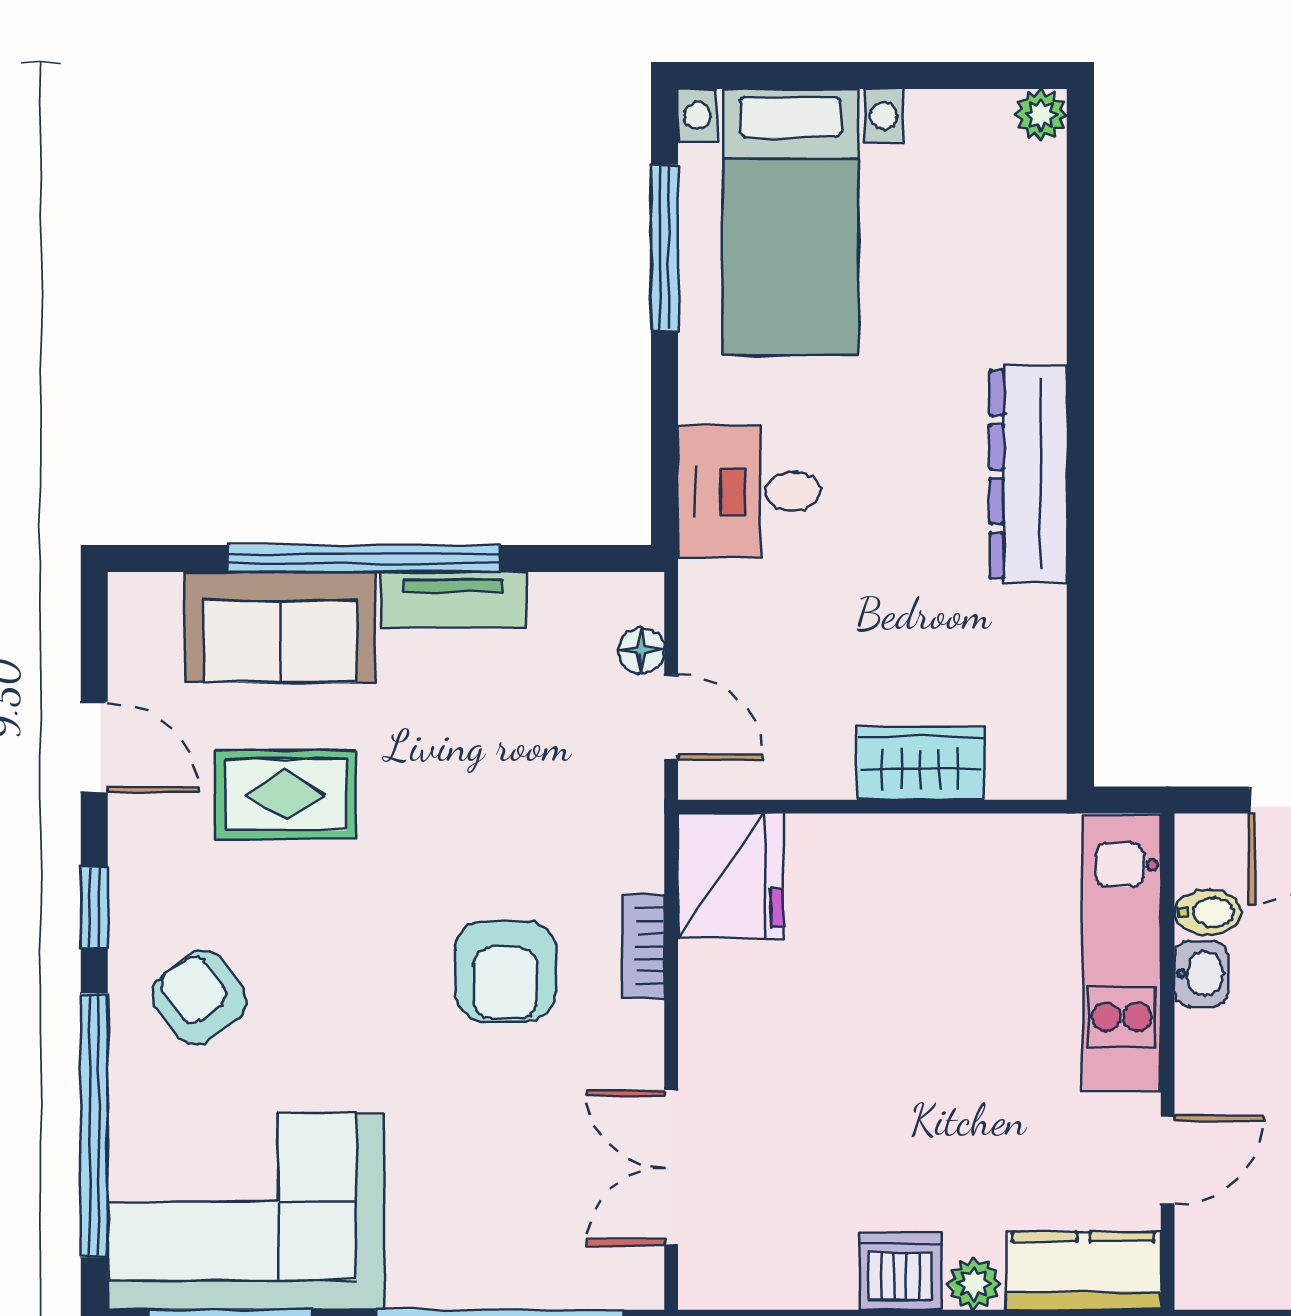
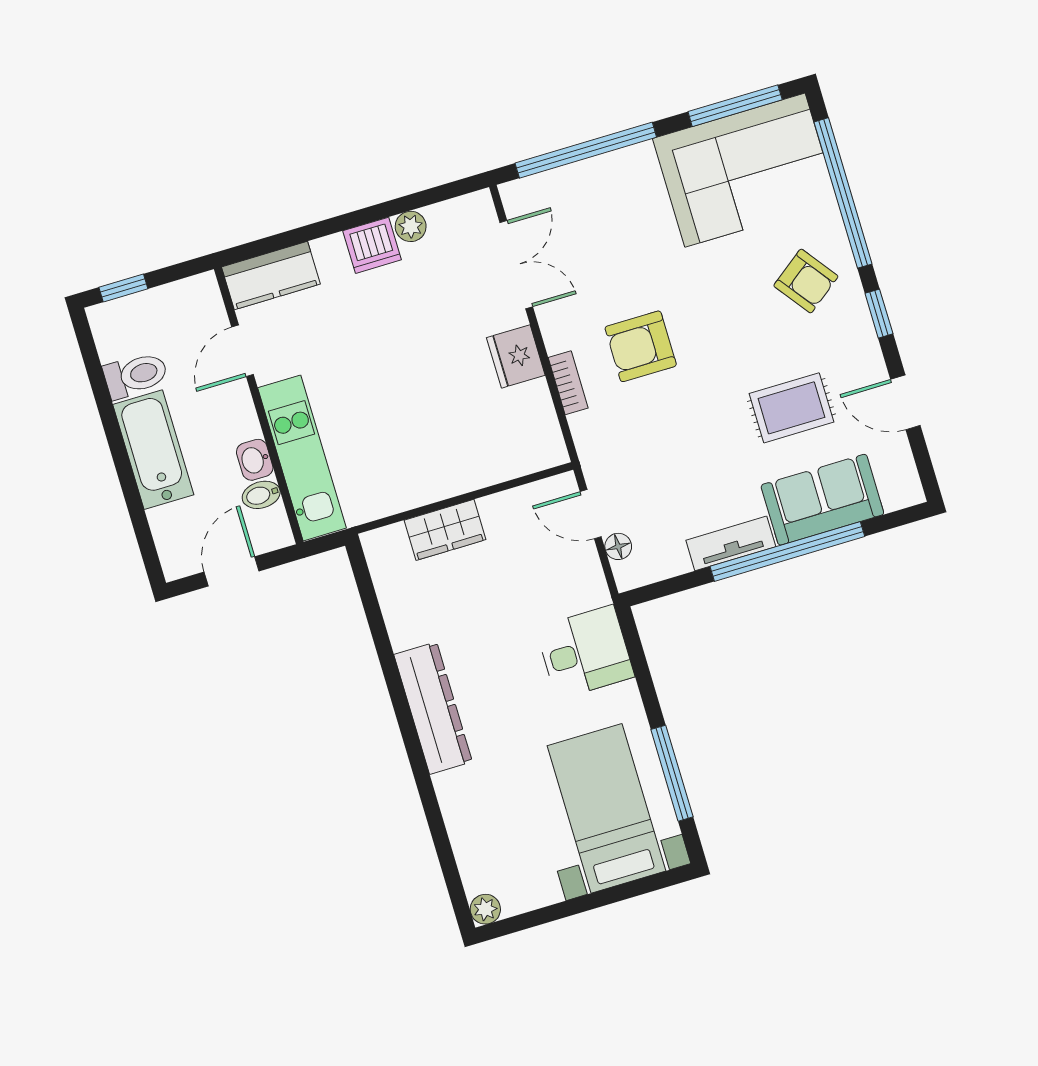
fridge: (731, 876) -> (516, 356), moved, width x0.73, depth x0.75
armchair: (505, 971) -> (641, 346), turned -90
plant: (974, 1283) -> (411, 226), moved

